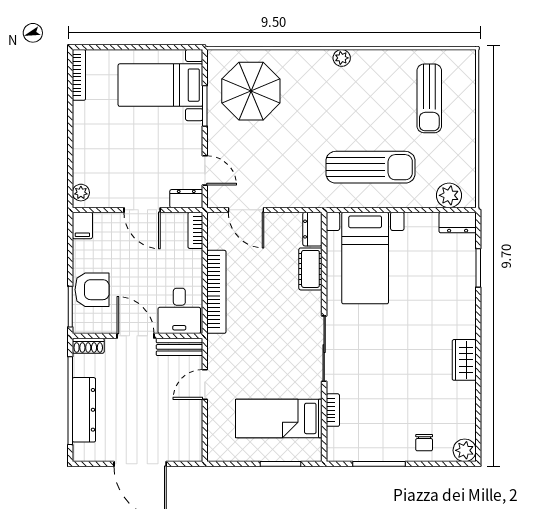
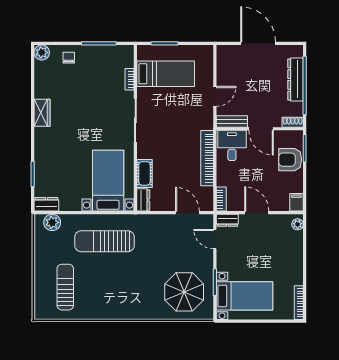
plant: (342, 58) -> (124, 314), removed

